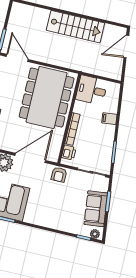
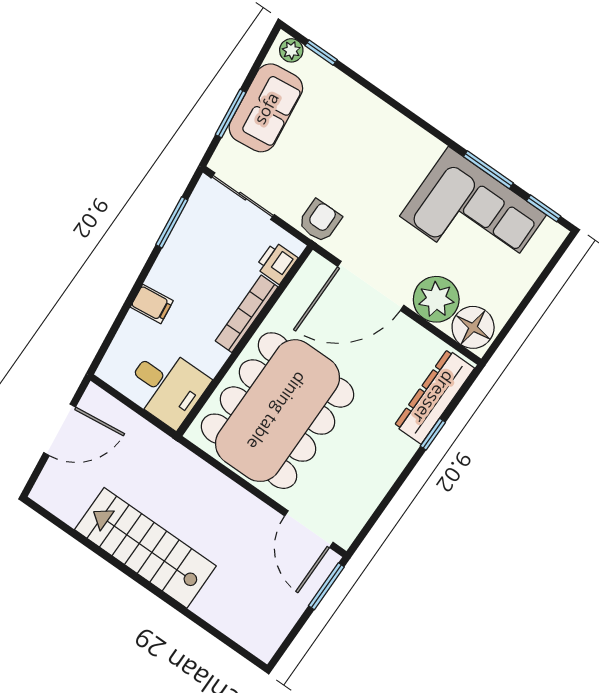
door: (126, 46) -> (60, 430), moved

